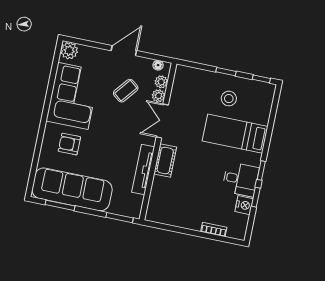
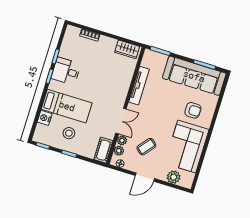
plant: (69, 51) -> (174, 177), moved
cot: (165, 160) -> (103, 150), moved
nightstand: (244, 205) -> (45, 118), moved
wardrobe: (163, 215) -> (127, 49), added

